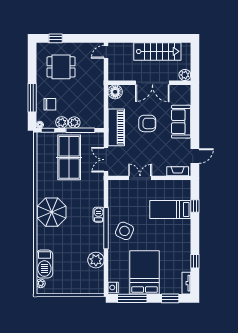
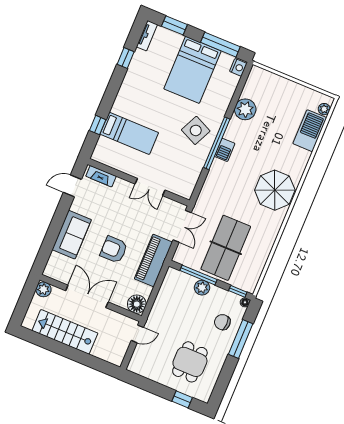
door: (106, 52) -> (137, 334), moved
dining table: (61, 67) -> (190, 362), turned 90
plant: (62, 122) -> (217, 294), removed
barbecue: (99, 215) -> (225, 150), moved

